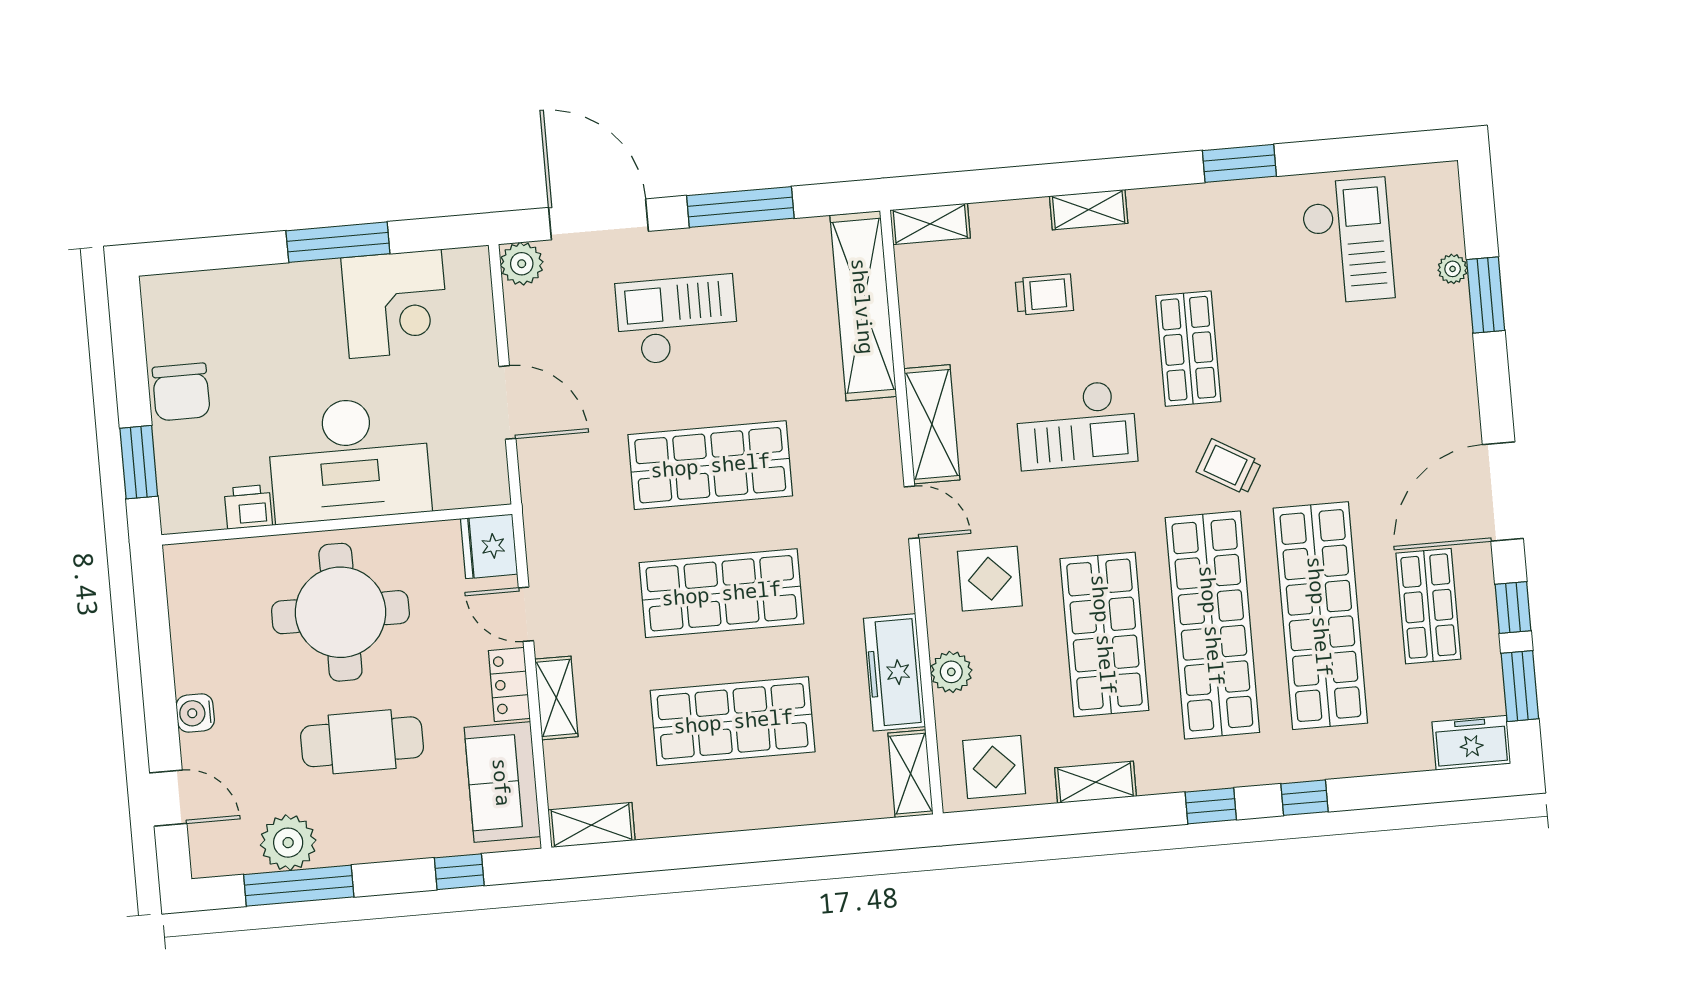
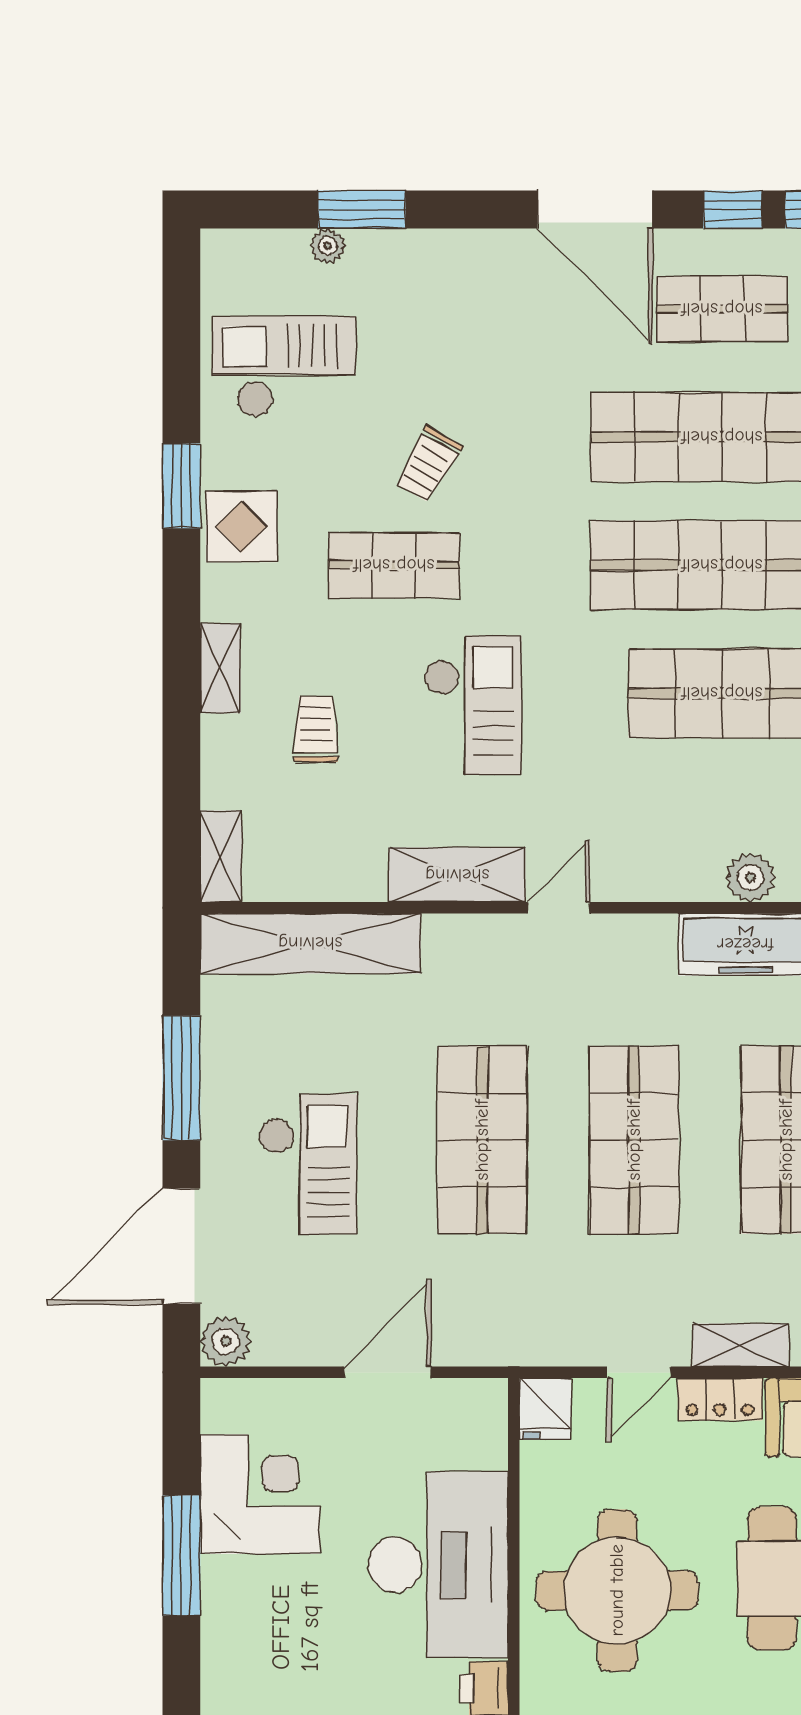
checkout: (677, 320) -> (308, 1164), turned 180
trolley: (1229, 467) -> (428, 464), moved
fridge: (489, 546) -> (545, 1409), width x0.72
display table: (990, 579) -> (241, 527), moved

